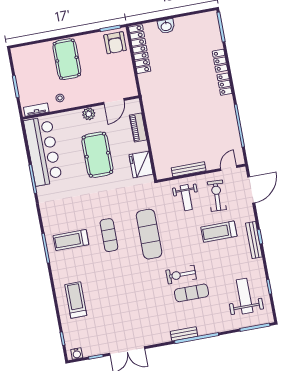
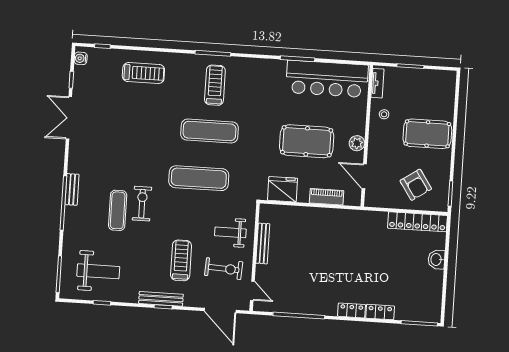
armchair: (115, 43) -> (416, 185), moved, turned -124
exercise mat: (109, 235) -> (210, 131), width x1.36, depth x1.45

